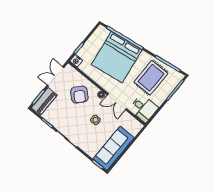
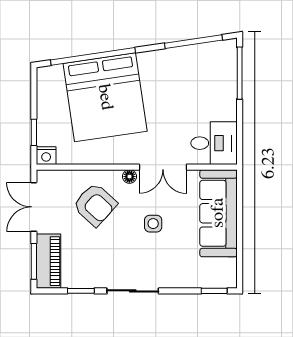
rug: (151, 78) -> (186, 85), removed
sofa: (114, 148) -> (218, 213), moved

